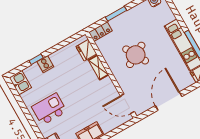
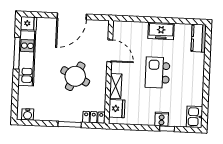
round table: (136, 55) -> (75, 76), turned -35
door: (127, 104) -> (110, 51), moved
kitchen island: (49, 109) -> (157, 73), moved, turned 90

